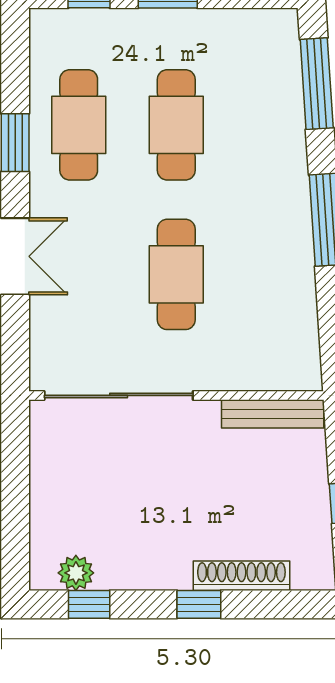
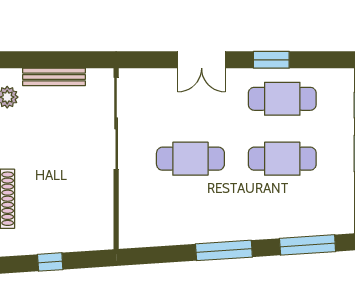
bench: (273, 414) -> (54, 77), moved, turned 90

